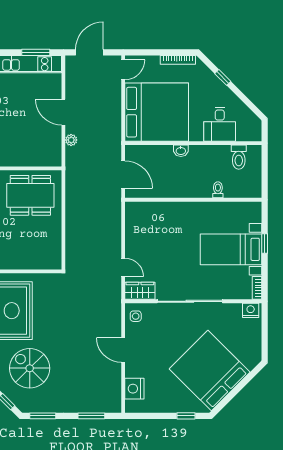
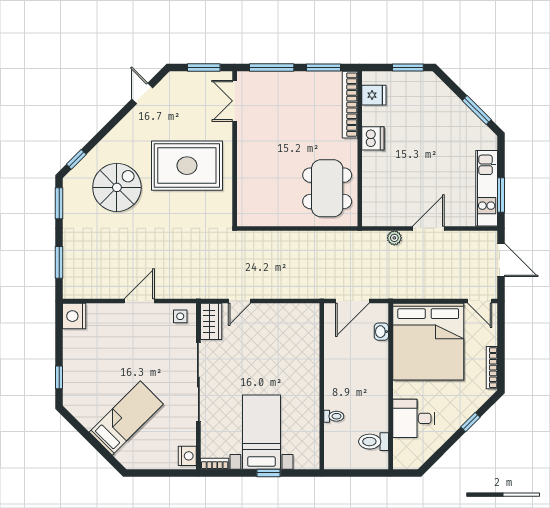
washbasin: (181, 151) -> (381, 332), moved
bed: (210, 371) -> (126, 418), width x0.49
nightstand: (134, 389) -> (74, 316), moved, turned -90

